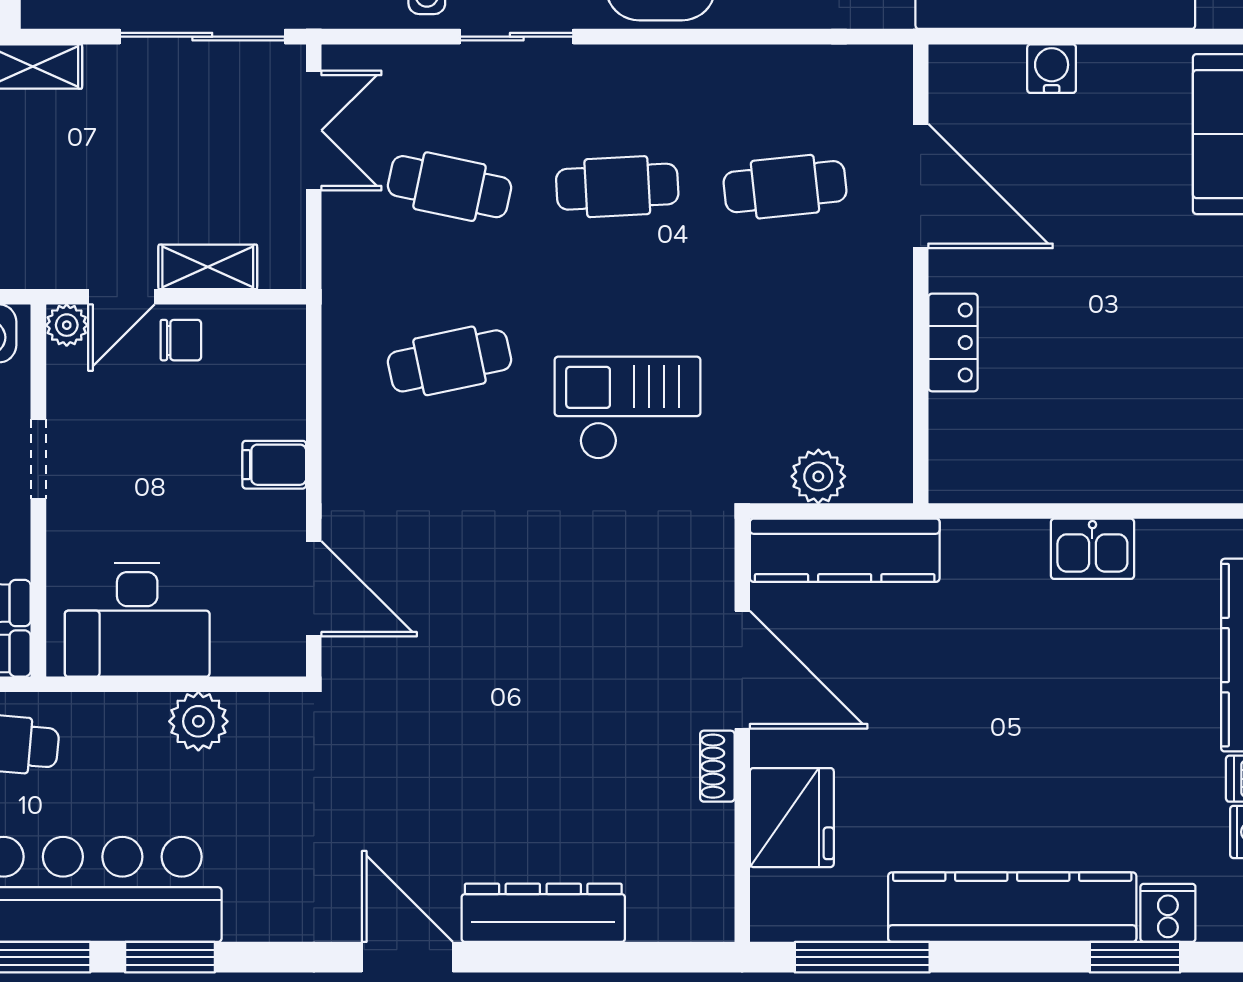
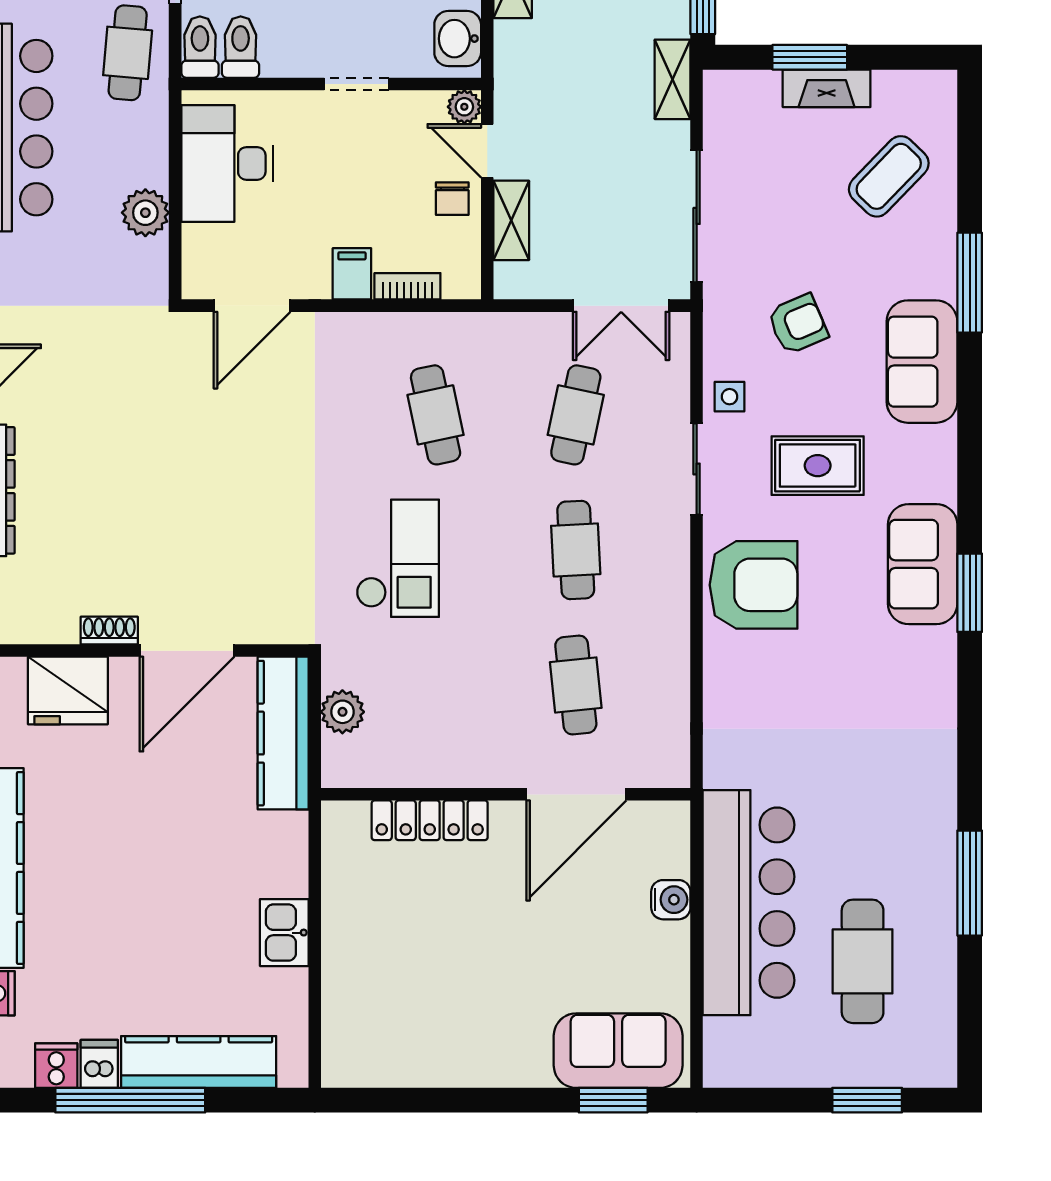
locker: (953, 342) -> (430, 820), width x1.53
bookcase: (290, 396) -> (407, 286), added

